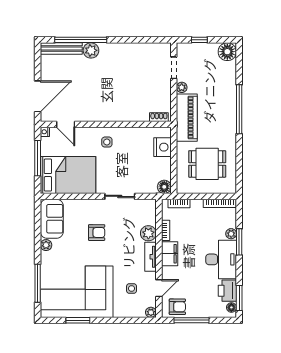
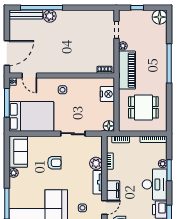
filing cabinet: (170, 254) -> (113, 190), moved

